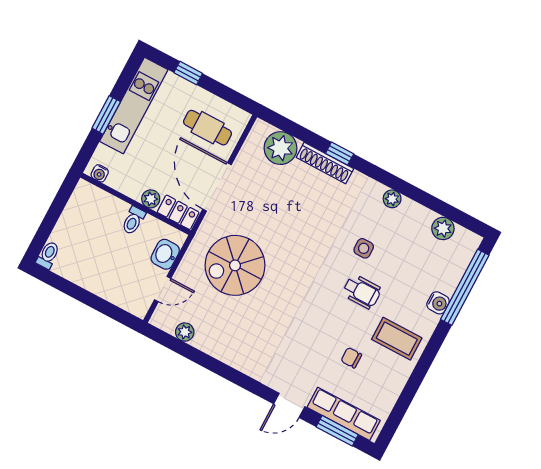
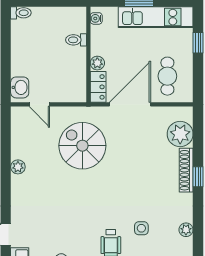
toilet: (133, 221) -> (76, 40), moved
washbasin: (165, 254) -> (20, 87), moved, turned 90
plant: (185, 332) -> (18, 167), moved

